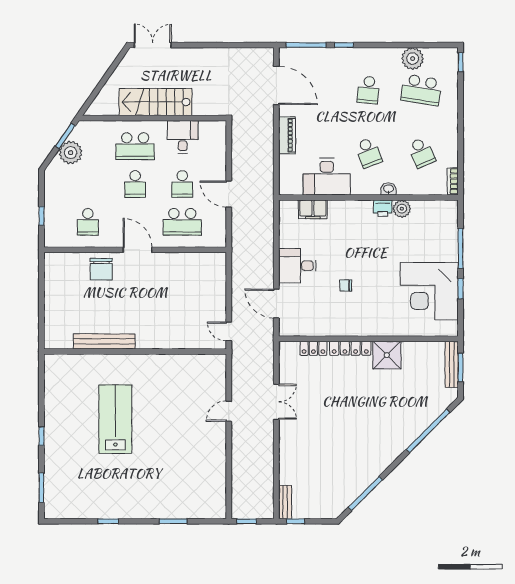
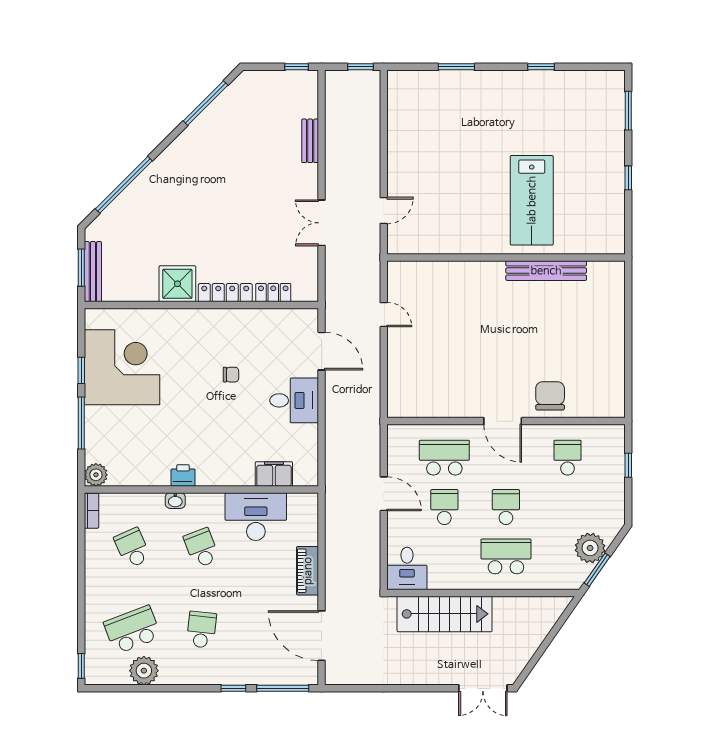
school desk: (421, 90) -> (132, 630), turned -30
stairs: (156, 102) -> (445, 614), moved
desk: (183, 137) -> (407, 568), moved
plant: (402, 209) -> (96, 475), moved
bench: (104, 341) -> (546, 271), moved
wall: (135, 351) -> (506, 257), moved
bench: (285, 502) -> (310, 141), moved

